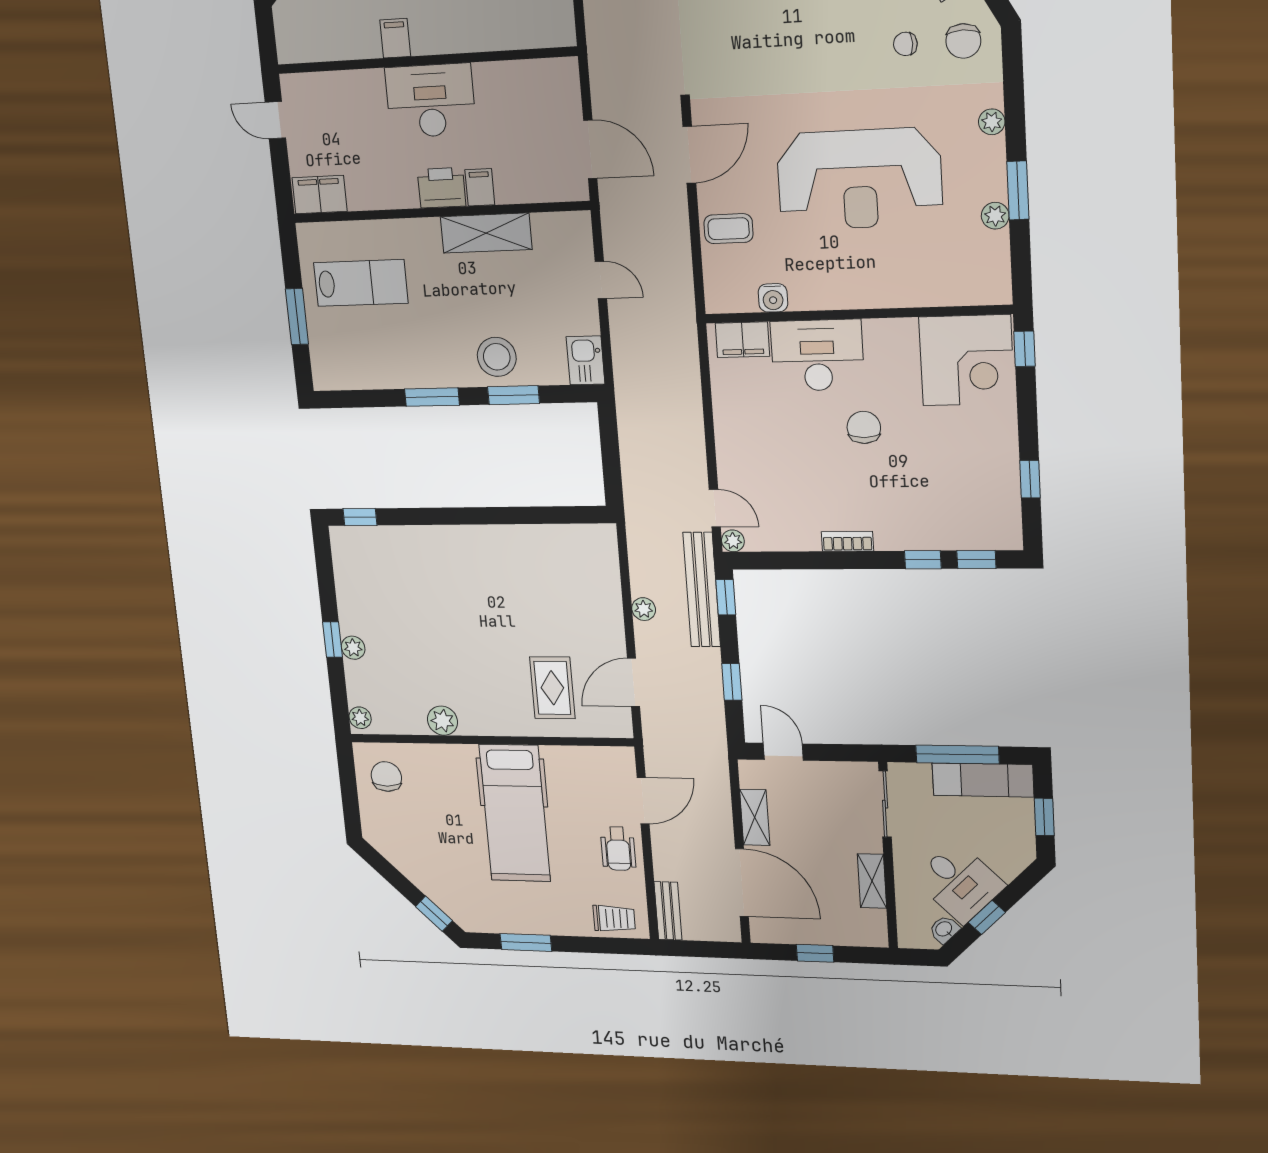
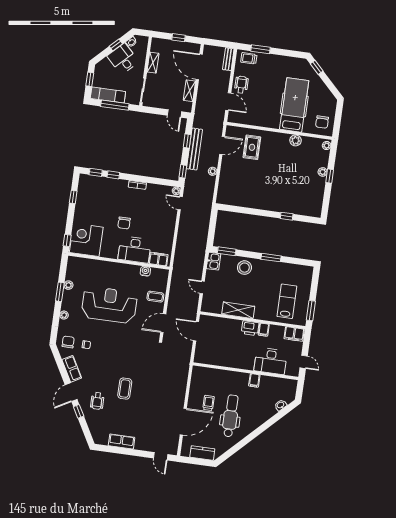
desk: (431, 101) -> (271, 361), moved
filing cabinet: (480, 187) -> (264, 330), moved
lab bench: (361, 283) -> (287, 301), turned 90
window: (297, 317) -> (311, 311), moved
window: (514, 395) -> (227, 251), moved
window: (360, 517) -> (287, 216), moved
bench: (702, 590) -> (194, 149), moved
door: (643, 801) -> (228, 102), swing flipped
hospital bed: (515, 813) -> (294, 105), moved
window: (526, 942) -> (261, 49), moved

